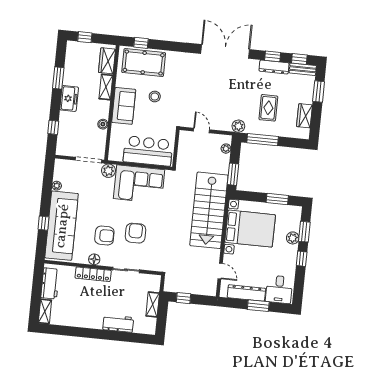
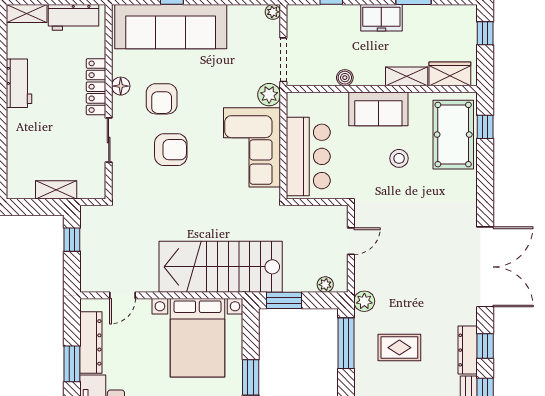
plant: (57, 186) -> (273, 12), moved
workbench: (118, 324) -> (19, 83), moved

